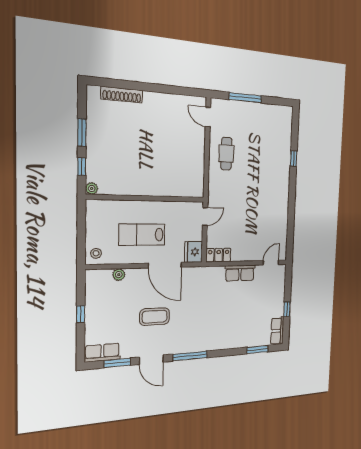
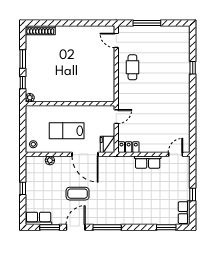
shoe rack: (122, 95) -> (40, 30), moved
door: (151, 360) -> (76, 227), swing flipped

